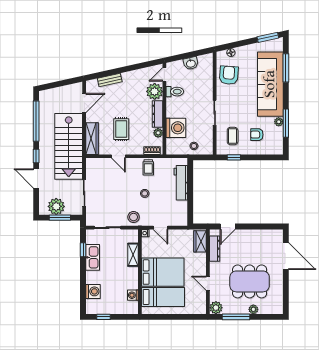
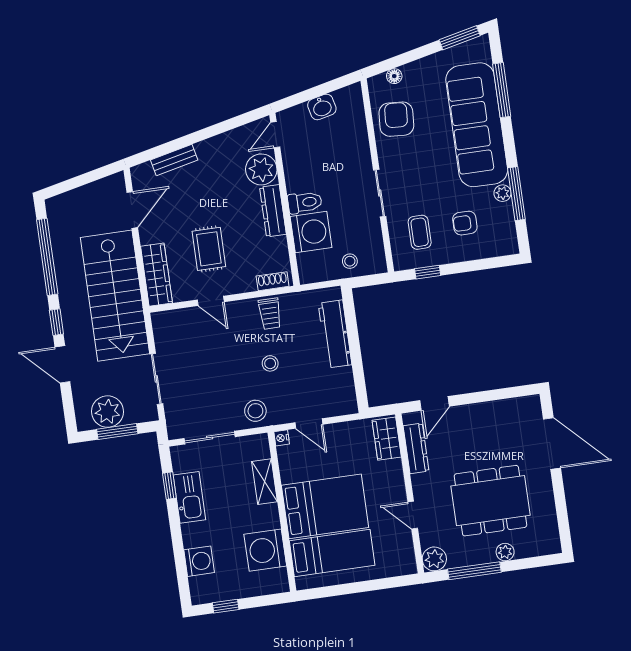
toilet: (175, 92) -> (305, 202), moved
plant: (158, 133) -> (279, 246), removed
washing machine: (133, 295) -> (265, 550), width x1.89, depth x1.89

